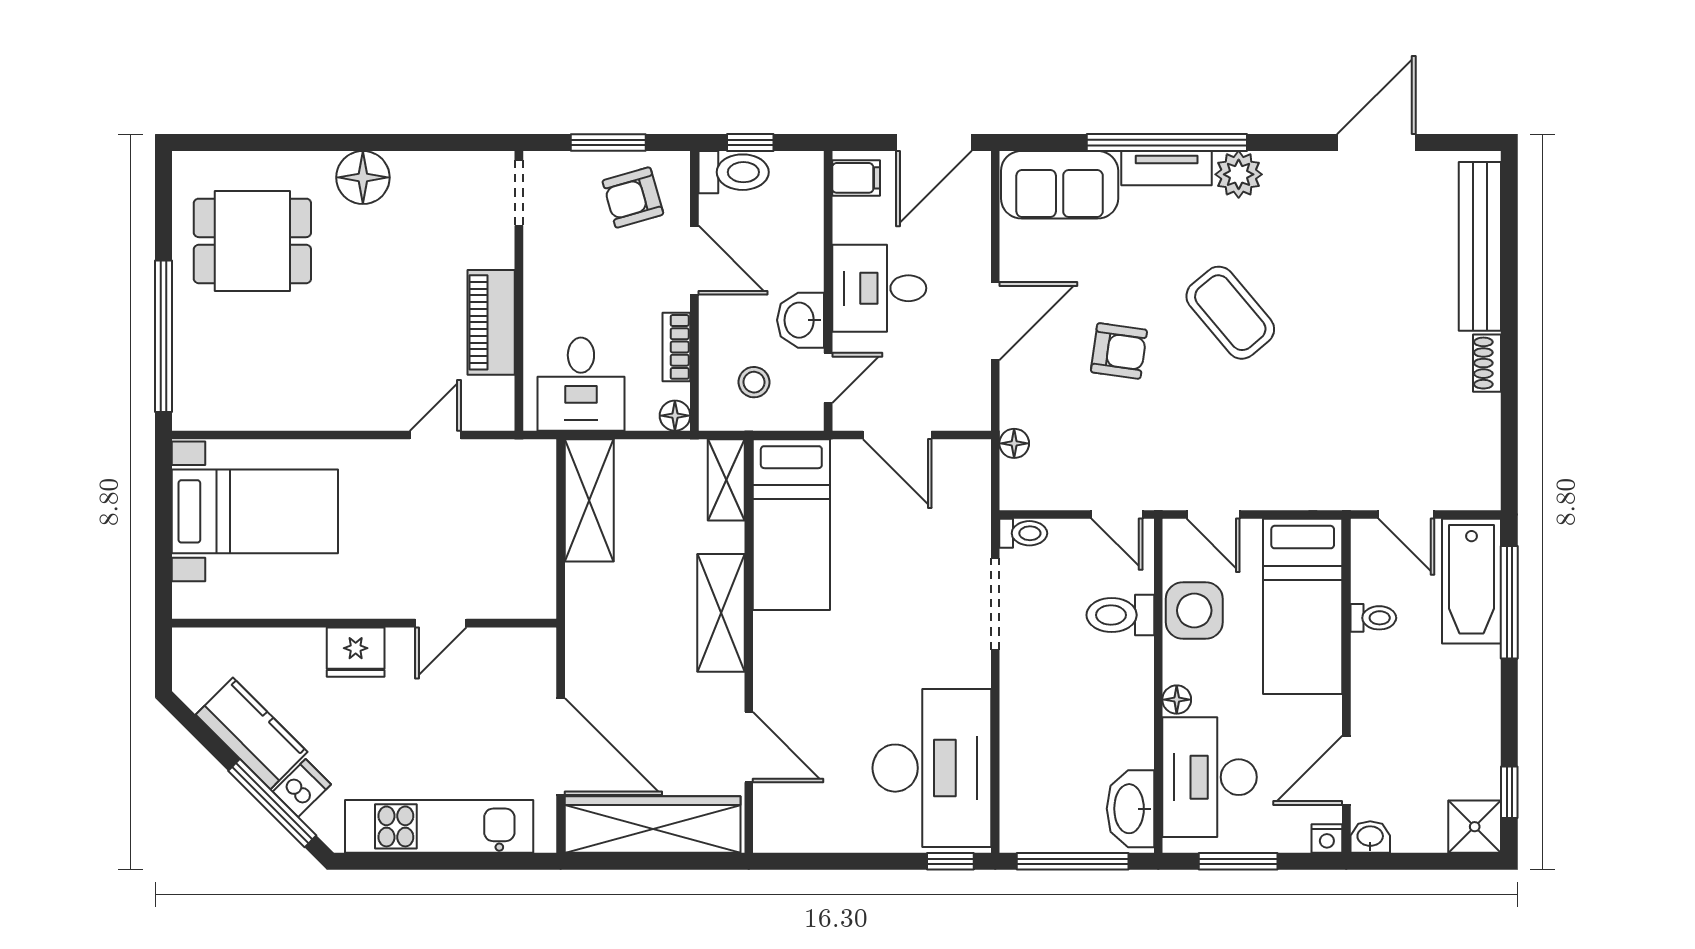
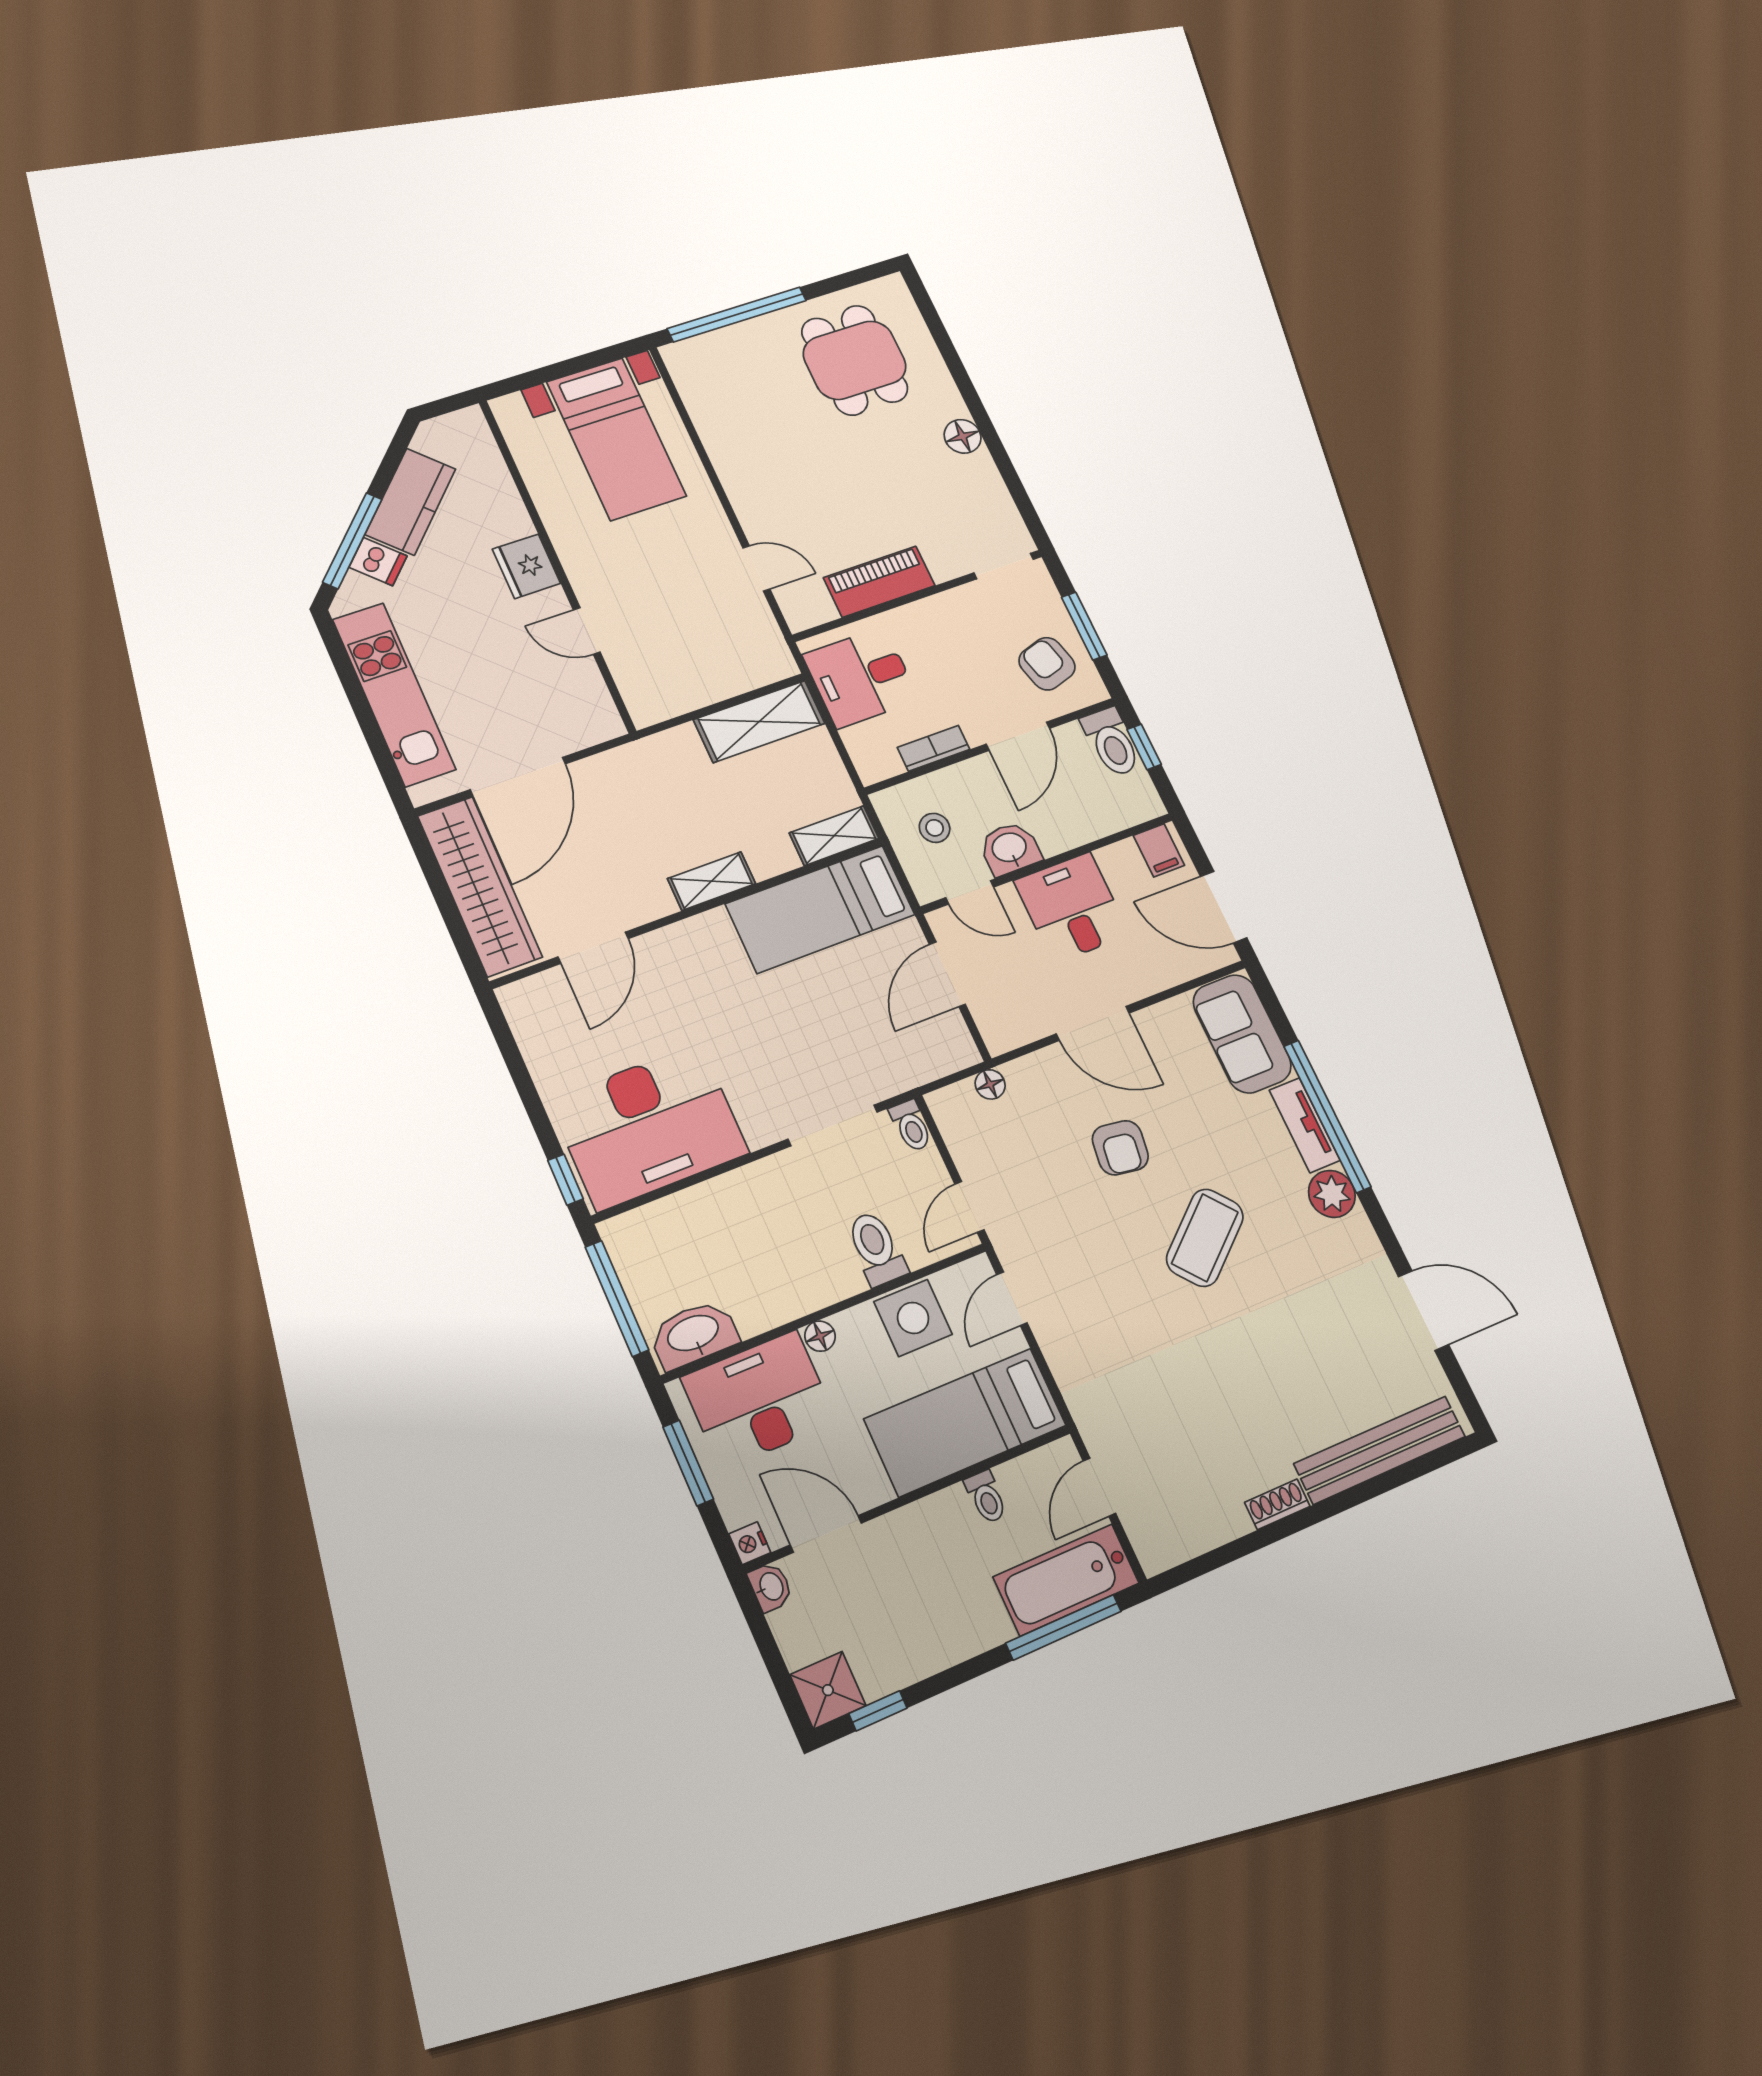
floor lamp: (363, 177) -> (963, 436), width x0.73, depth x0.73
floor lamp: (675, 416) -> (871, 769), removed
shelving: (721, 613) -> (712, 881), width x0.67, depth x0.75

